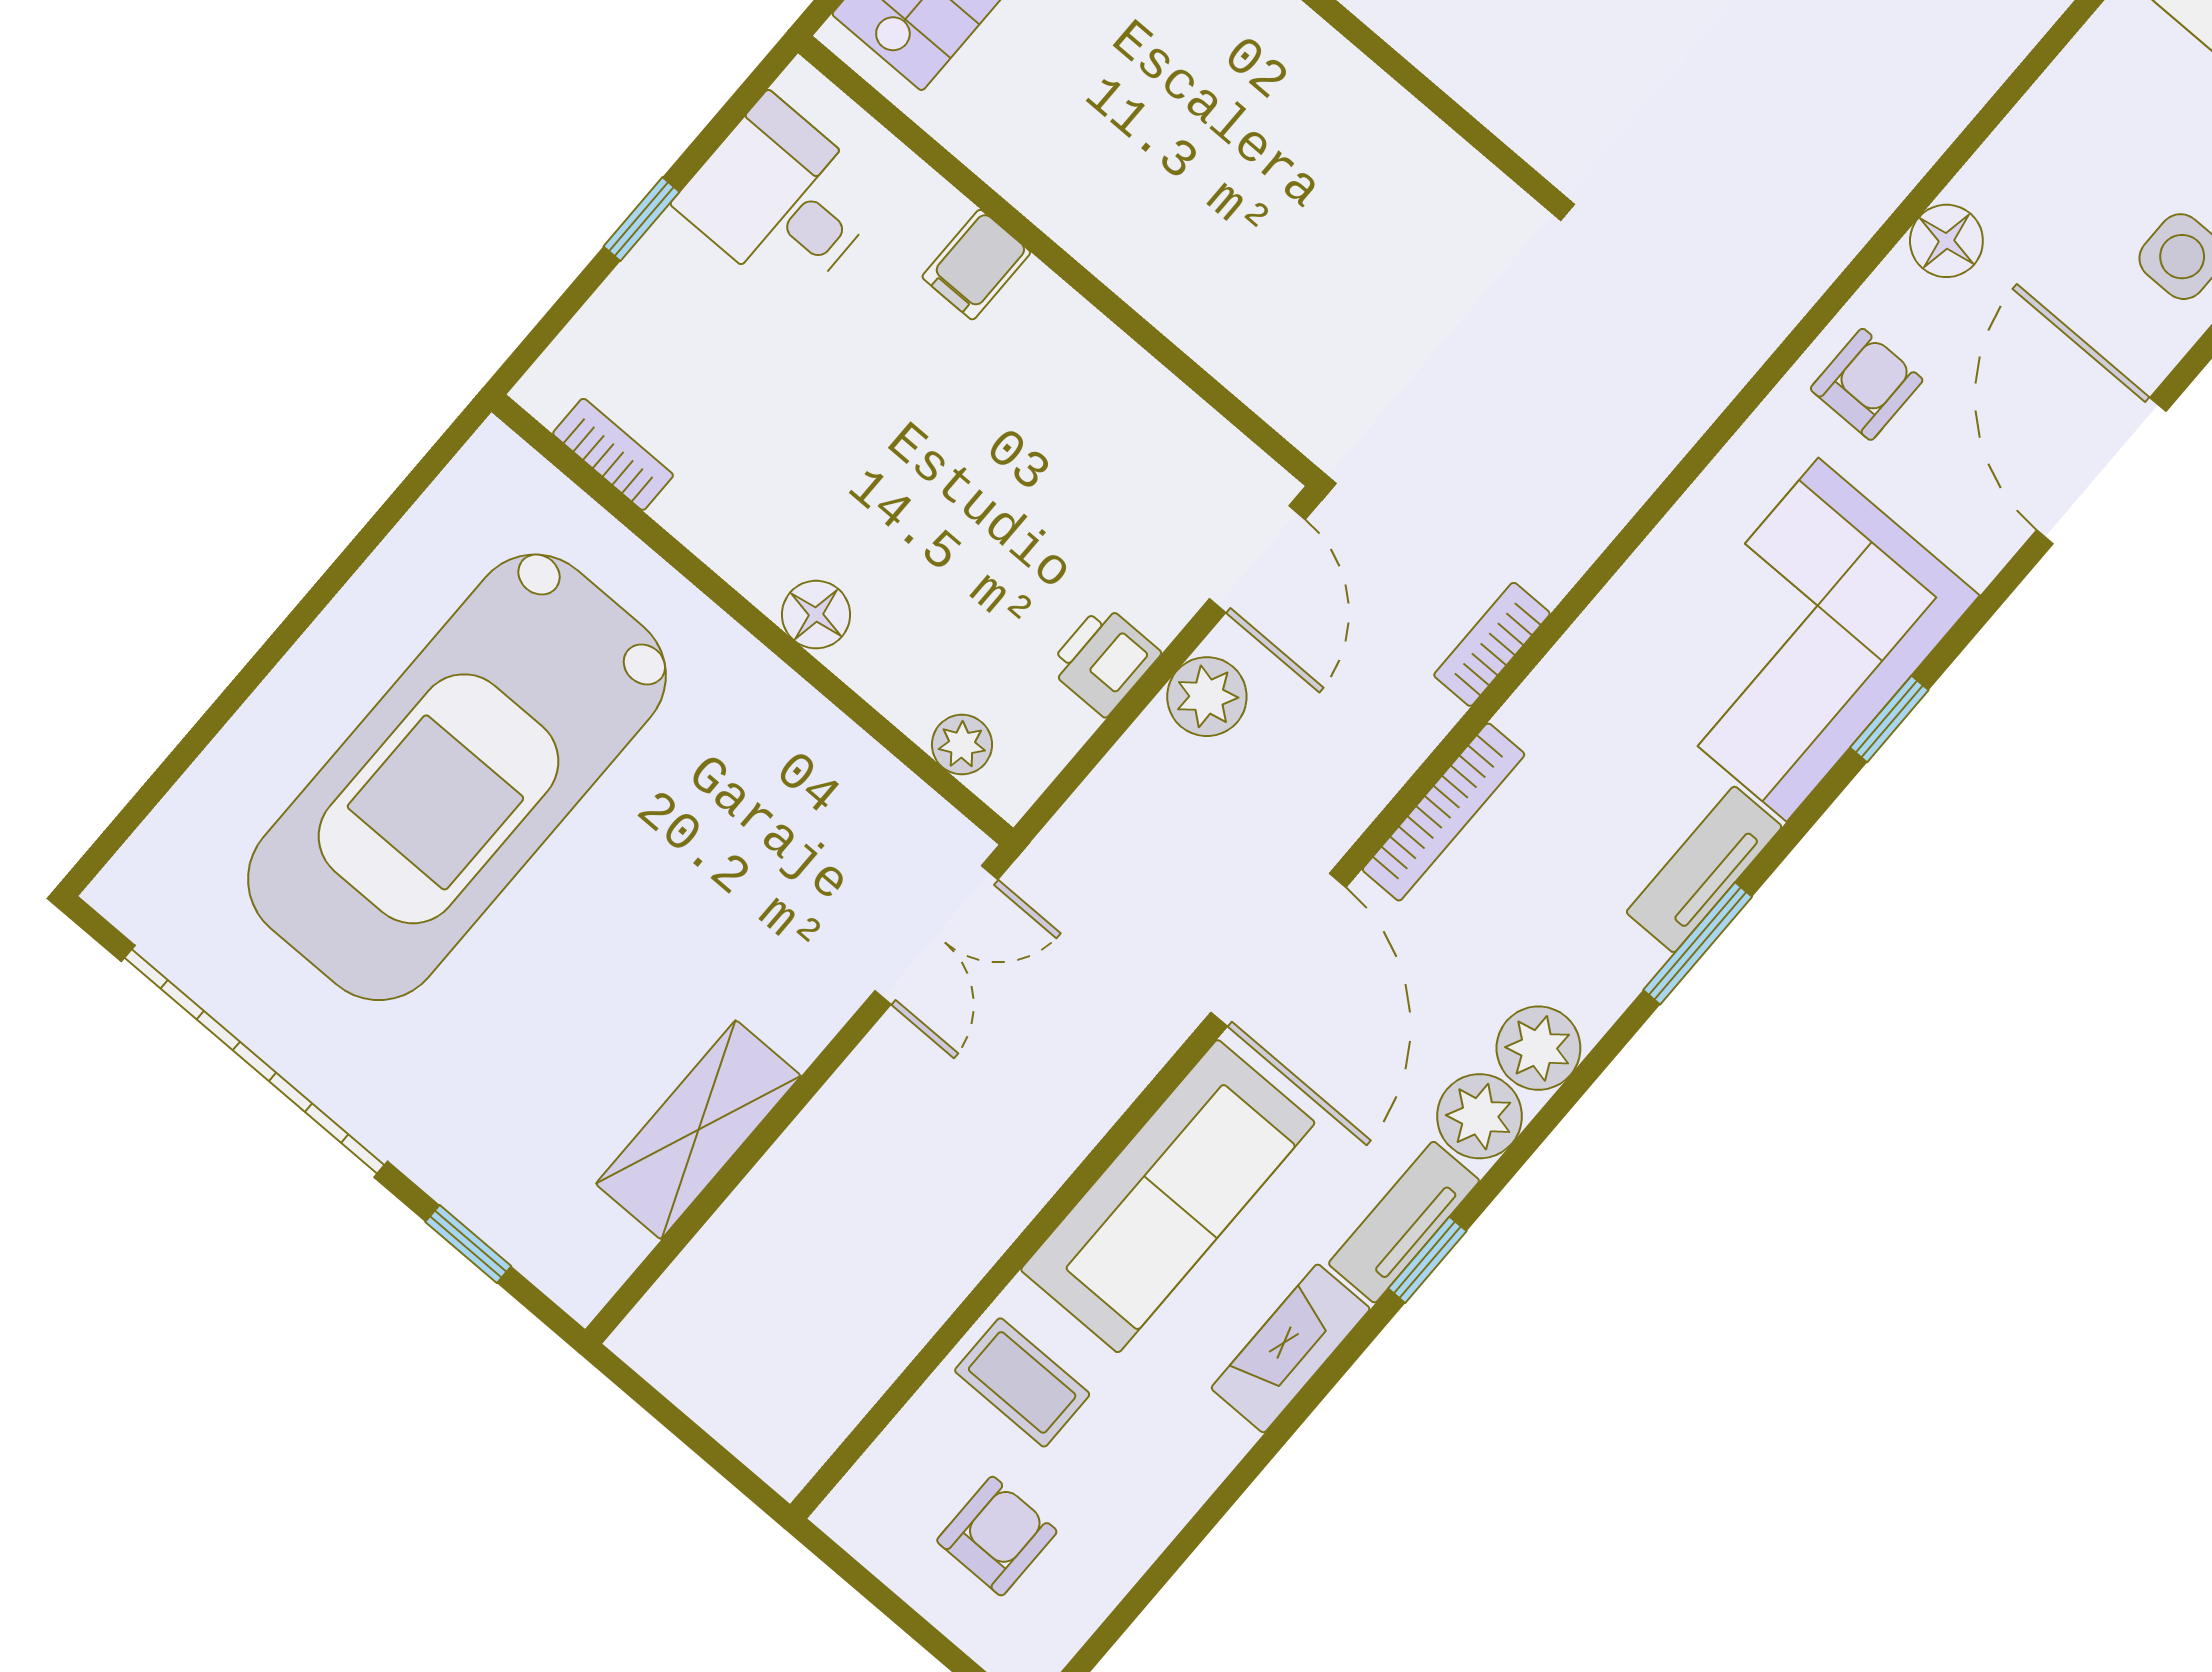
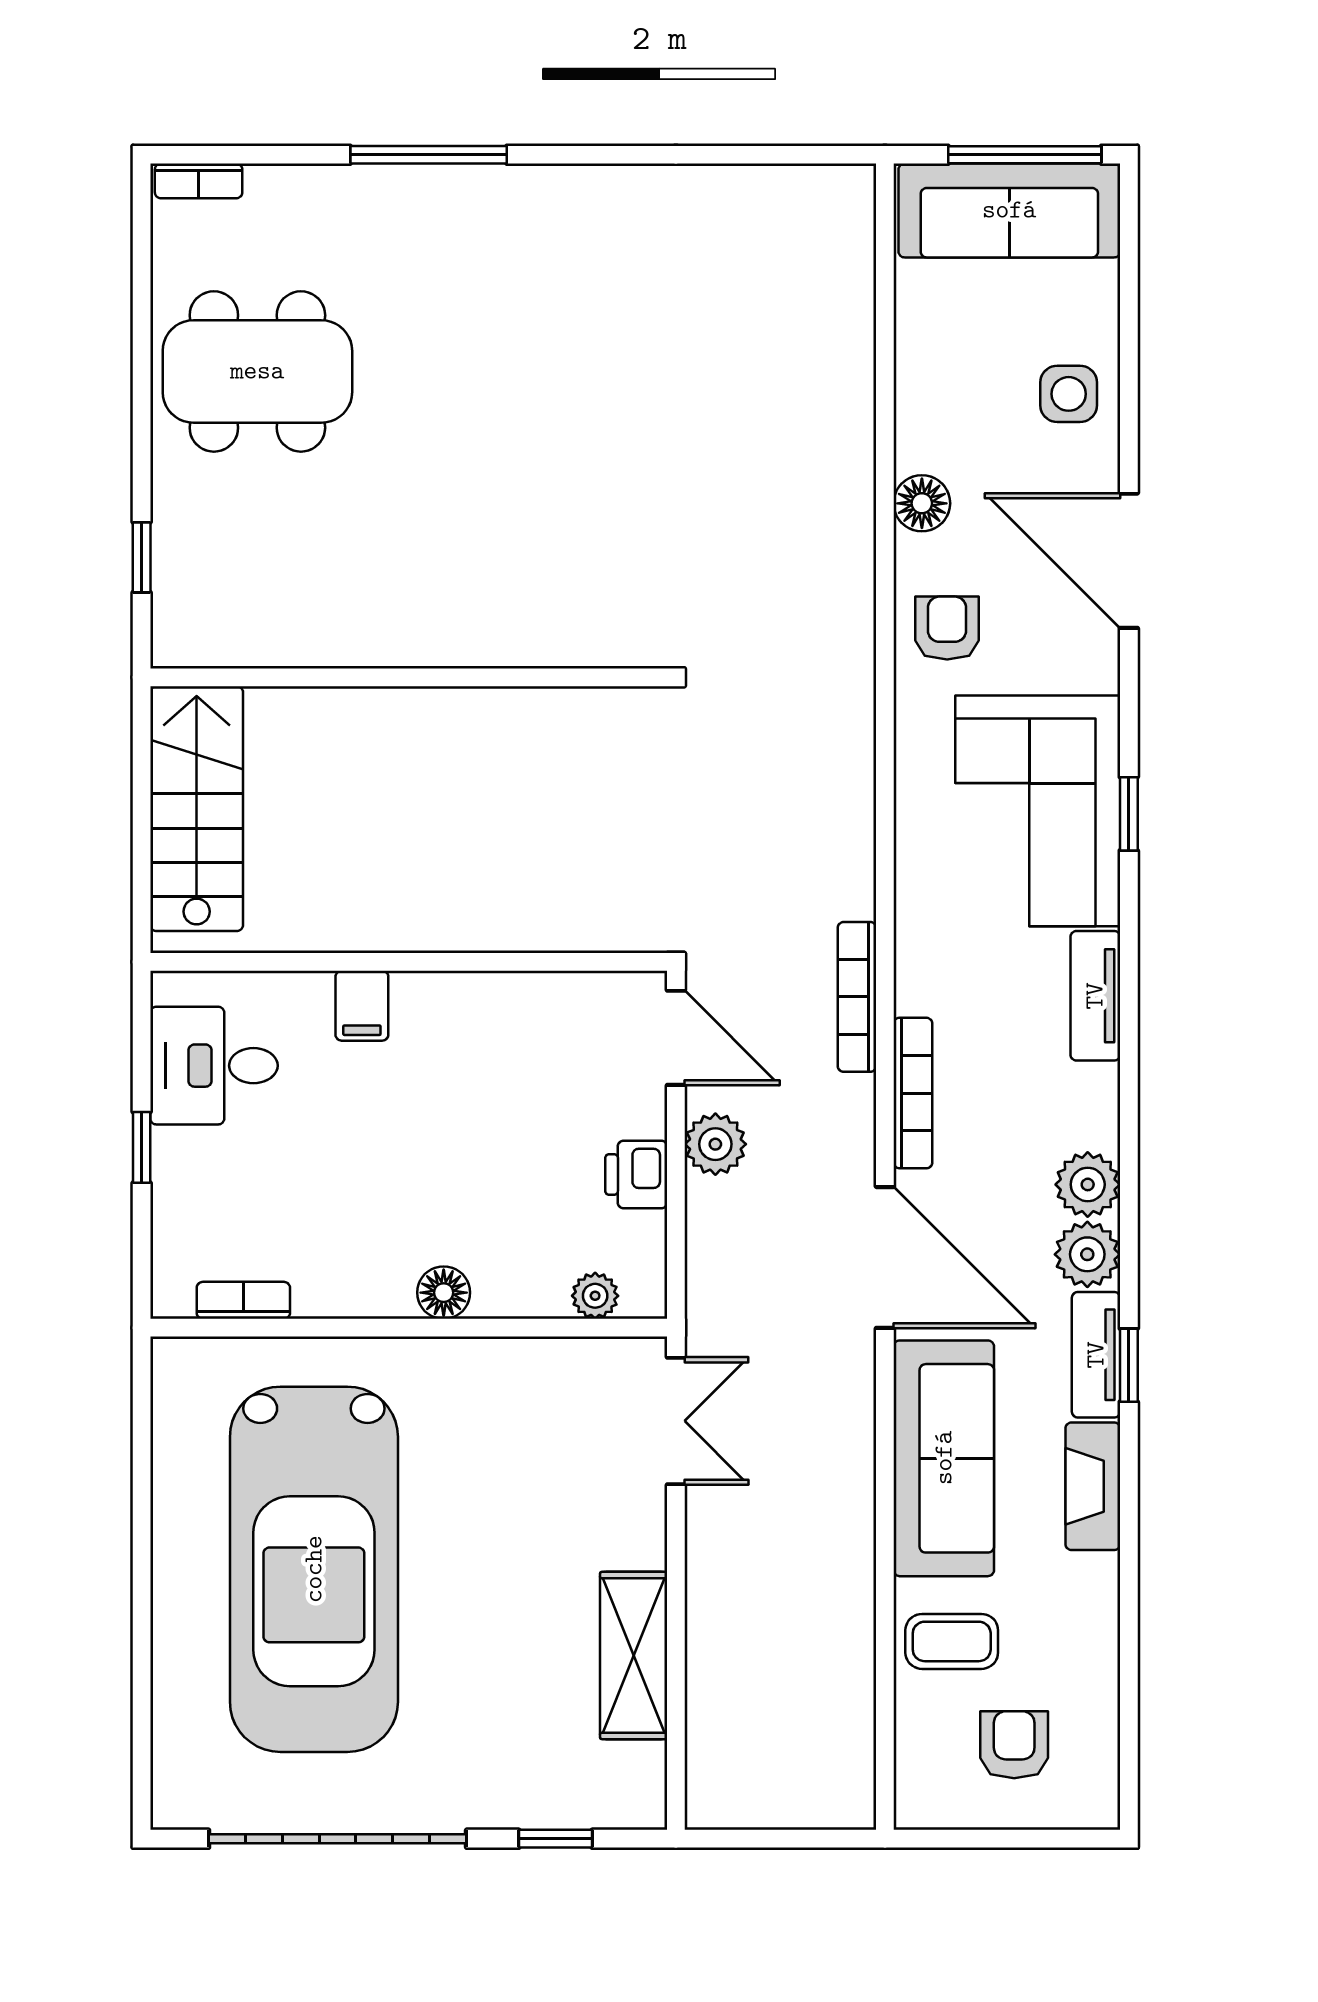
bookcase: (1492, 644) -> (857, 997), width x1.56
window: (1698, 943) -> (1129, 1043), removed

